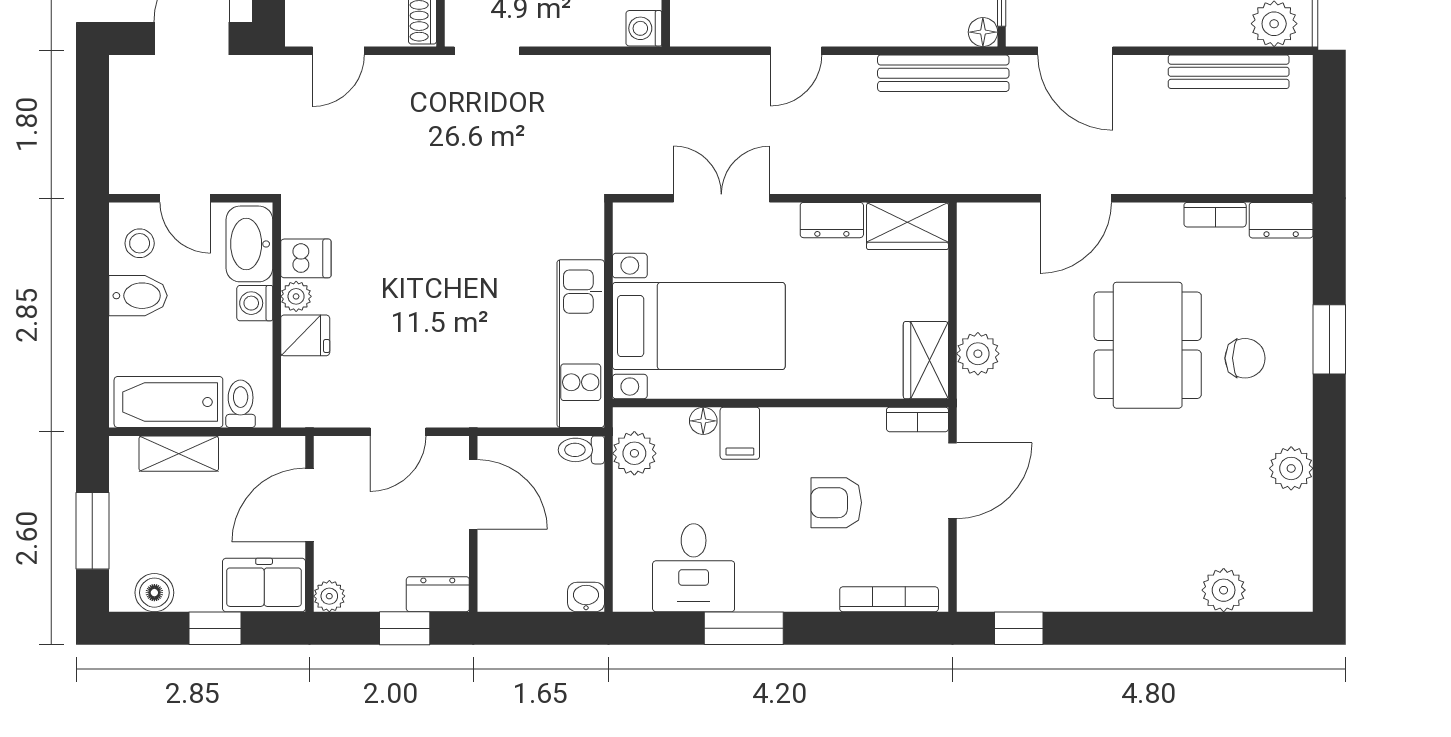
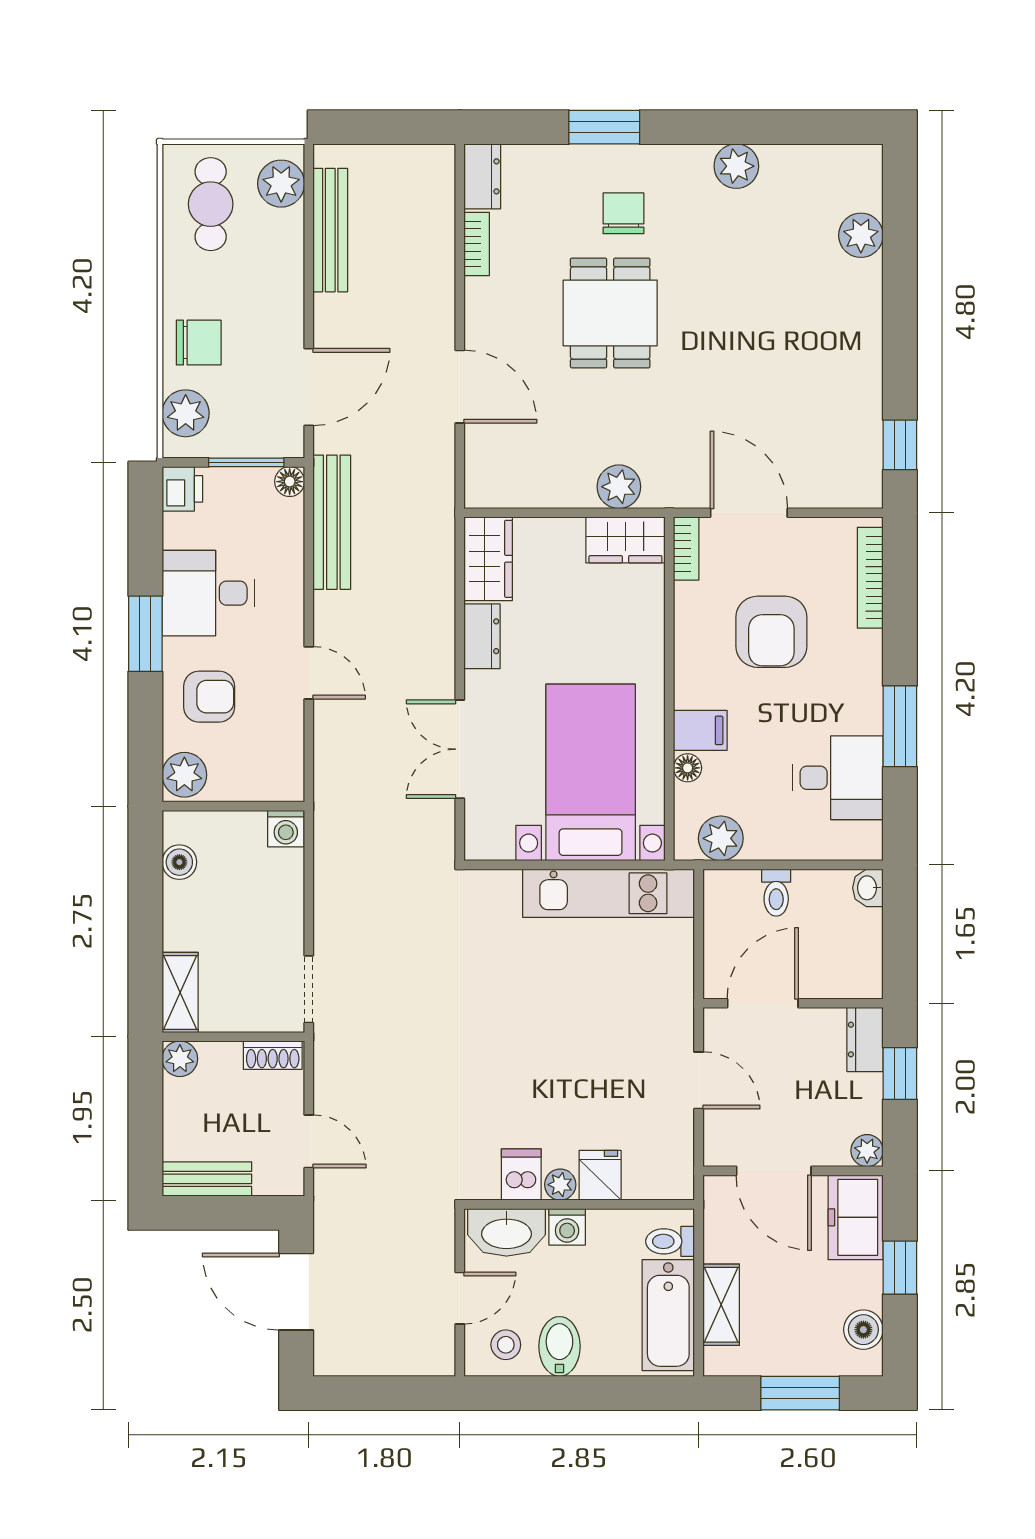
dining table: (1148, 345) -> (610, 313), width x0.73
toilet: (581, 450) -> (776, 893), moved
armchair: (836, 503) -> (771, 632), width x1.38, depth x1.38

